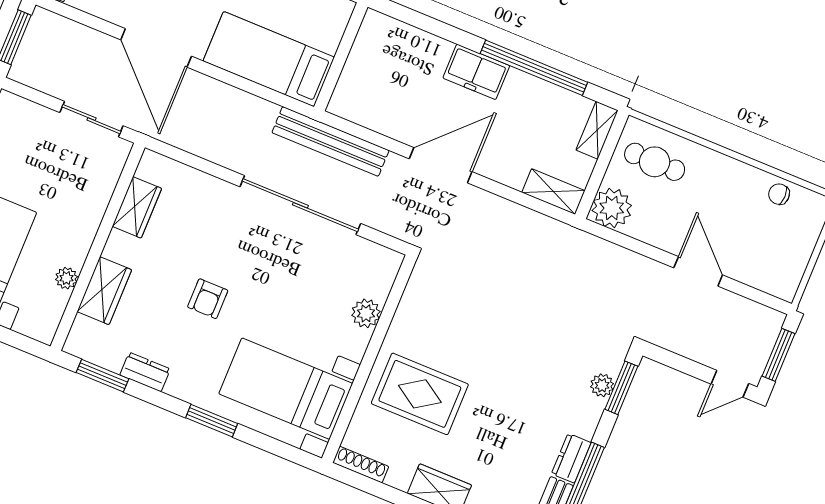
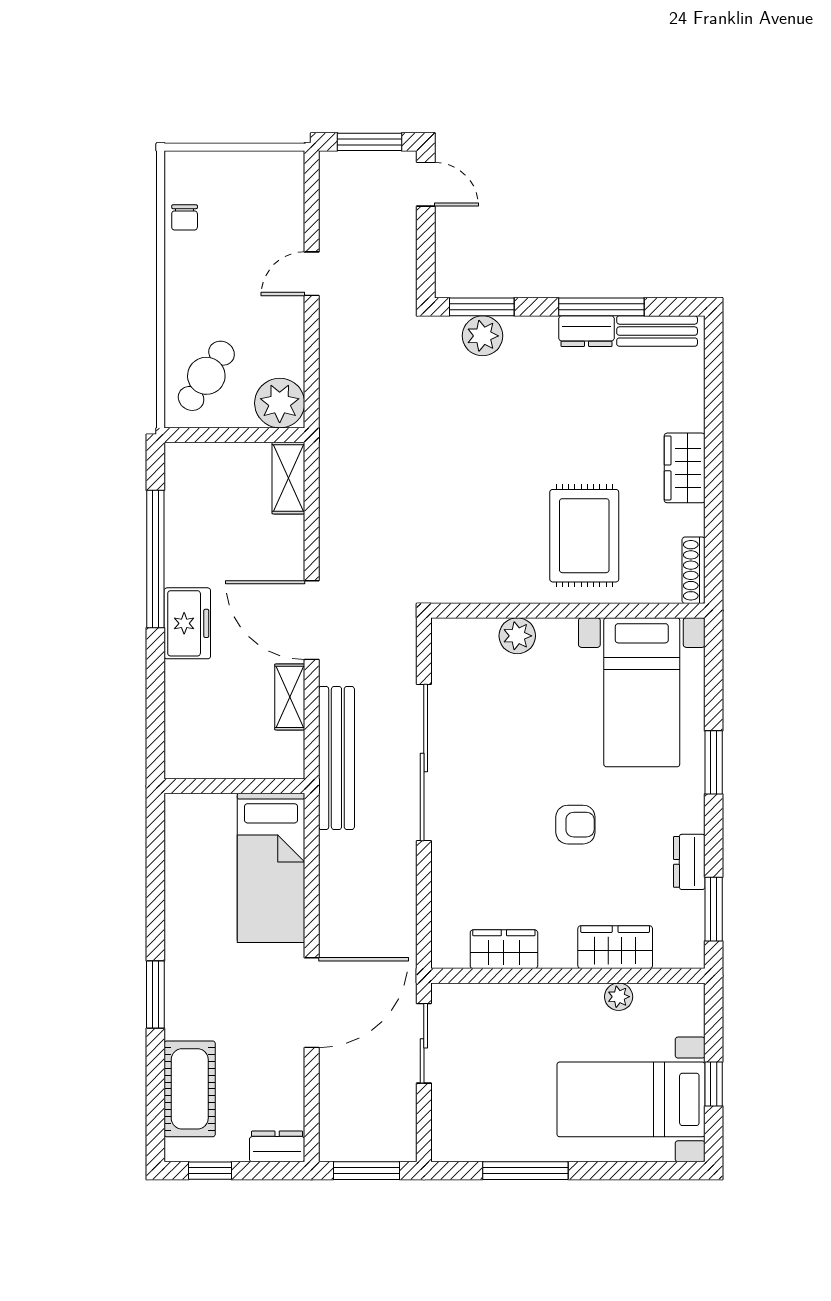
shelving: (597, 130) -> (290, 697), moved, turned 90
cafe table: (655, 162) -> (206, 376), turned 34
door: (698, 271) -> (312, 274), width x0.73
plant: (602, 385) -> (483, 336), width x1.38, depth x1.38

